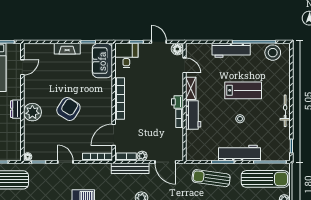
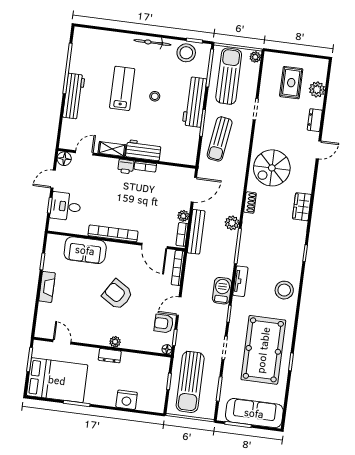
stool: (273, 53) -> (186, 53), moved
desk: (126, 55) -> (66, 206), moved
sofa: (102, 61) -> (85, 250), moved
plant: (32, 112) -> (115, 342), width x0.53, depth x0.53
armchair: (49, 151) -> (164, 323), added

